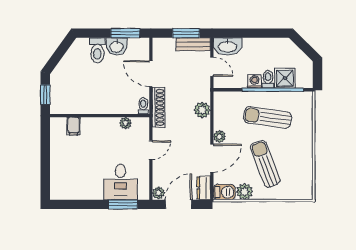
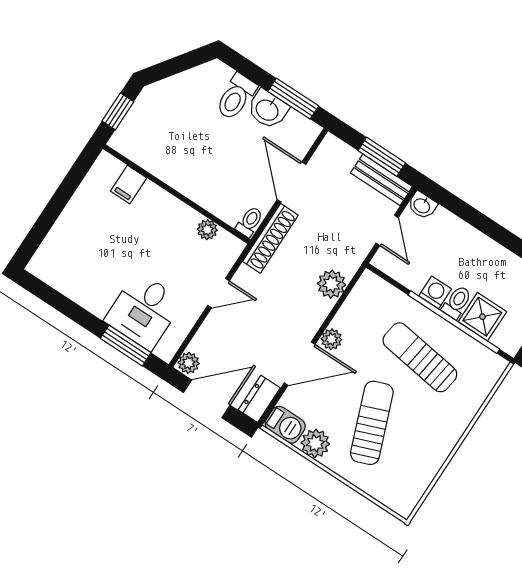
washbasin: (228, 46) -> (422, 205), width x0.52, depth x0.69

